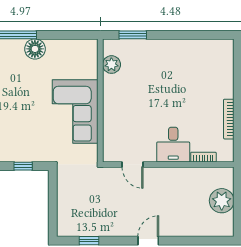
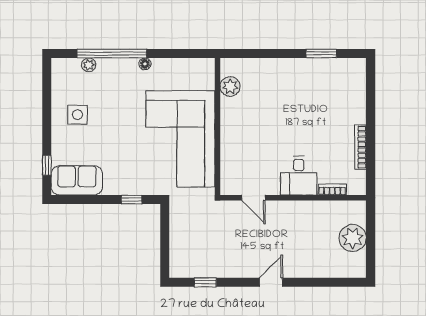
window: (133, 35) -> (321, 53), moved
floor lamp: (35, 49) -> (145, 64), width x0.53, depth x0.53
corner sofa: (75, 112) -> (180, 139), width x1.36, depth x1.36

